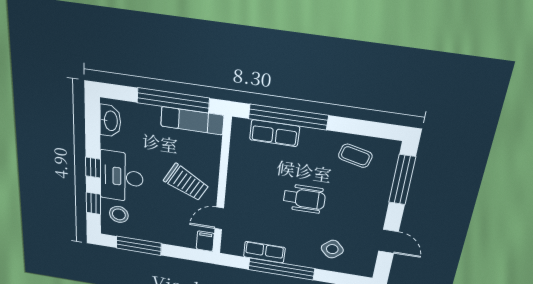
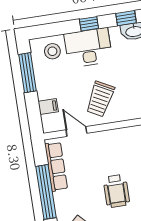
window: (93, 203) -> (126, 18), moved
filing cabinet: (205, 241) -> (48, 107), moved
row of seats: (264, 252) -> (56, 167), width x1.48

